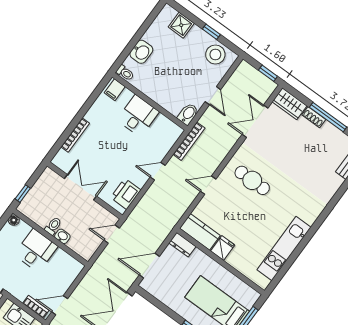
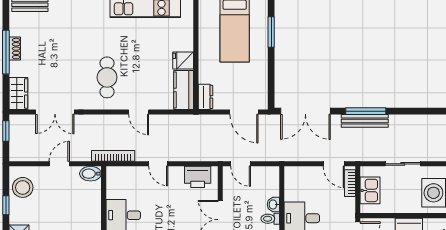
shoe rack: (314, 117) -> (15, 49), moved

